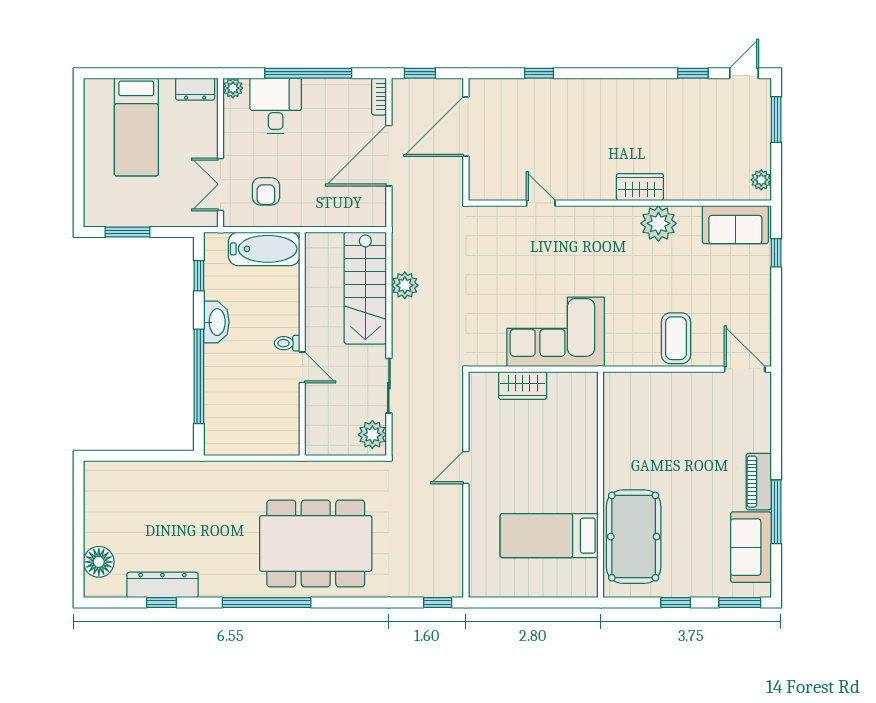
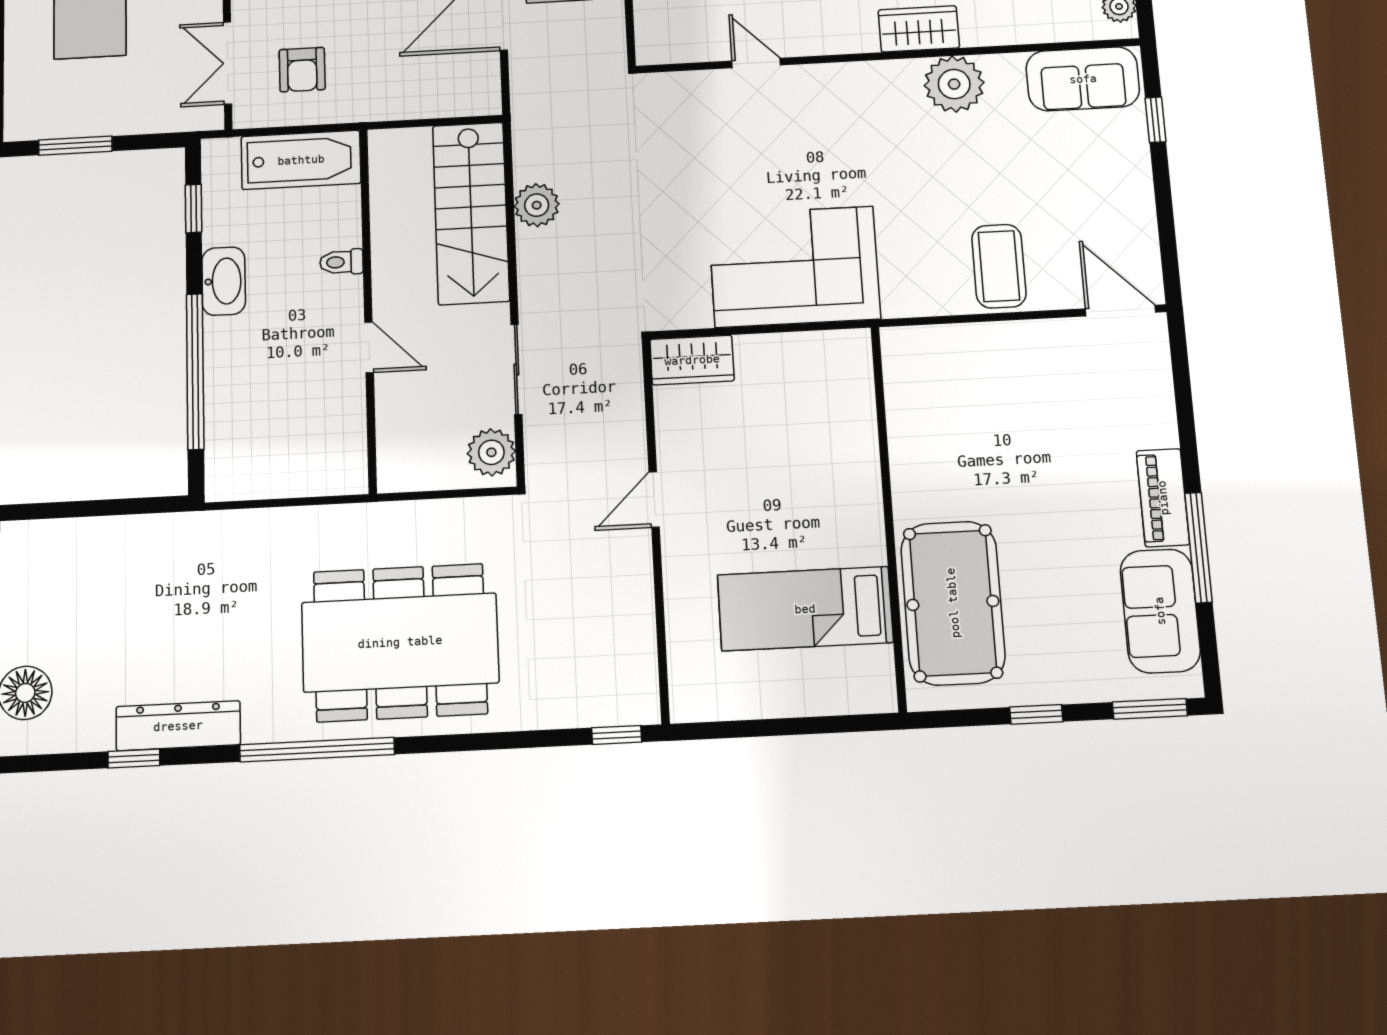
toilet: (287, 343) -> (341, 262), moved
wardrobe: (523, 385) -> (692, 360), moved
dresser: (162, 585) -> (178, 726), moved

